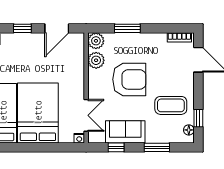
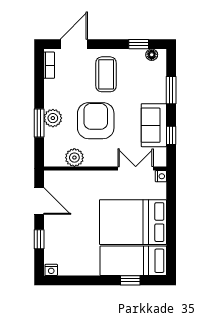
plant: (96, 41) -> (53, 118), moved
coffee table: (171, 105) -> (106, 74), moved

